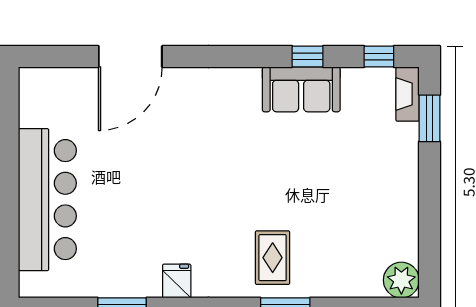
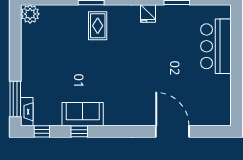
door: (130, 57) -> (172, 131), hinge flipped
window: (429, 118) -> (15, 99), width x1.44
bar counter: (47, 200) -> (216, 46), width x0.73

